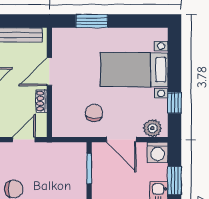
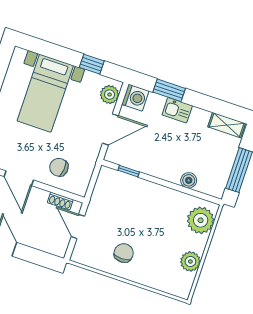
shoe rack: (41, 101) -> (60, 201), moved
chair: (94, 113) -> (59, 167), moved
window: (89, 169) -> (129, 171), width x0.67

